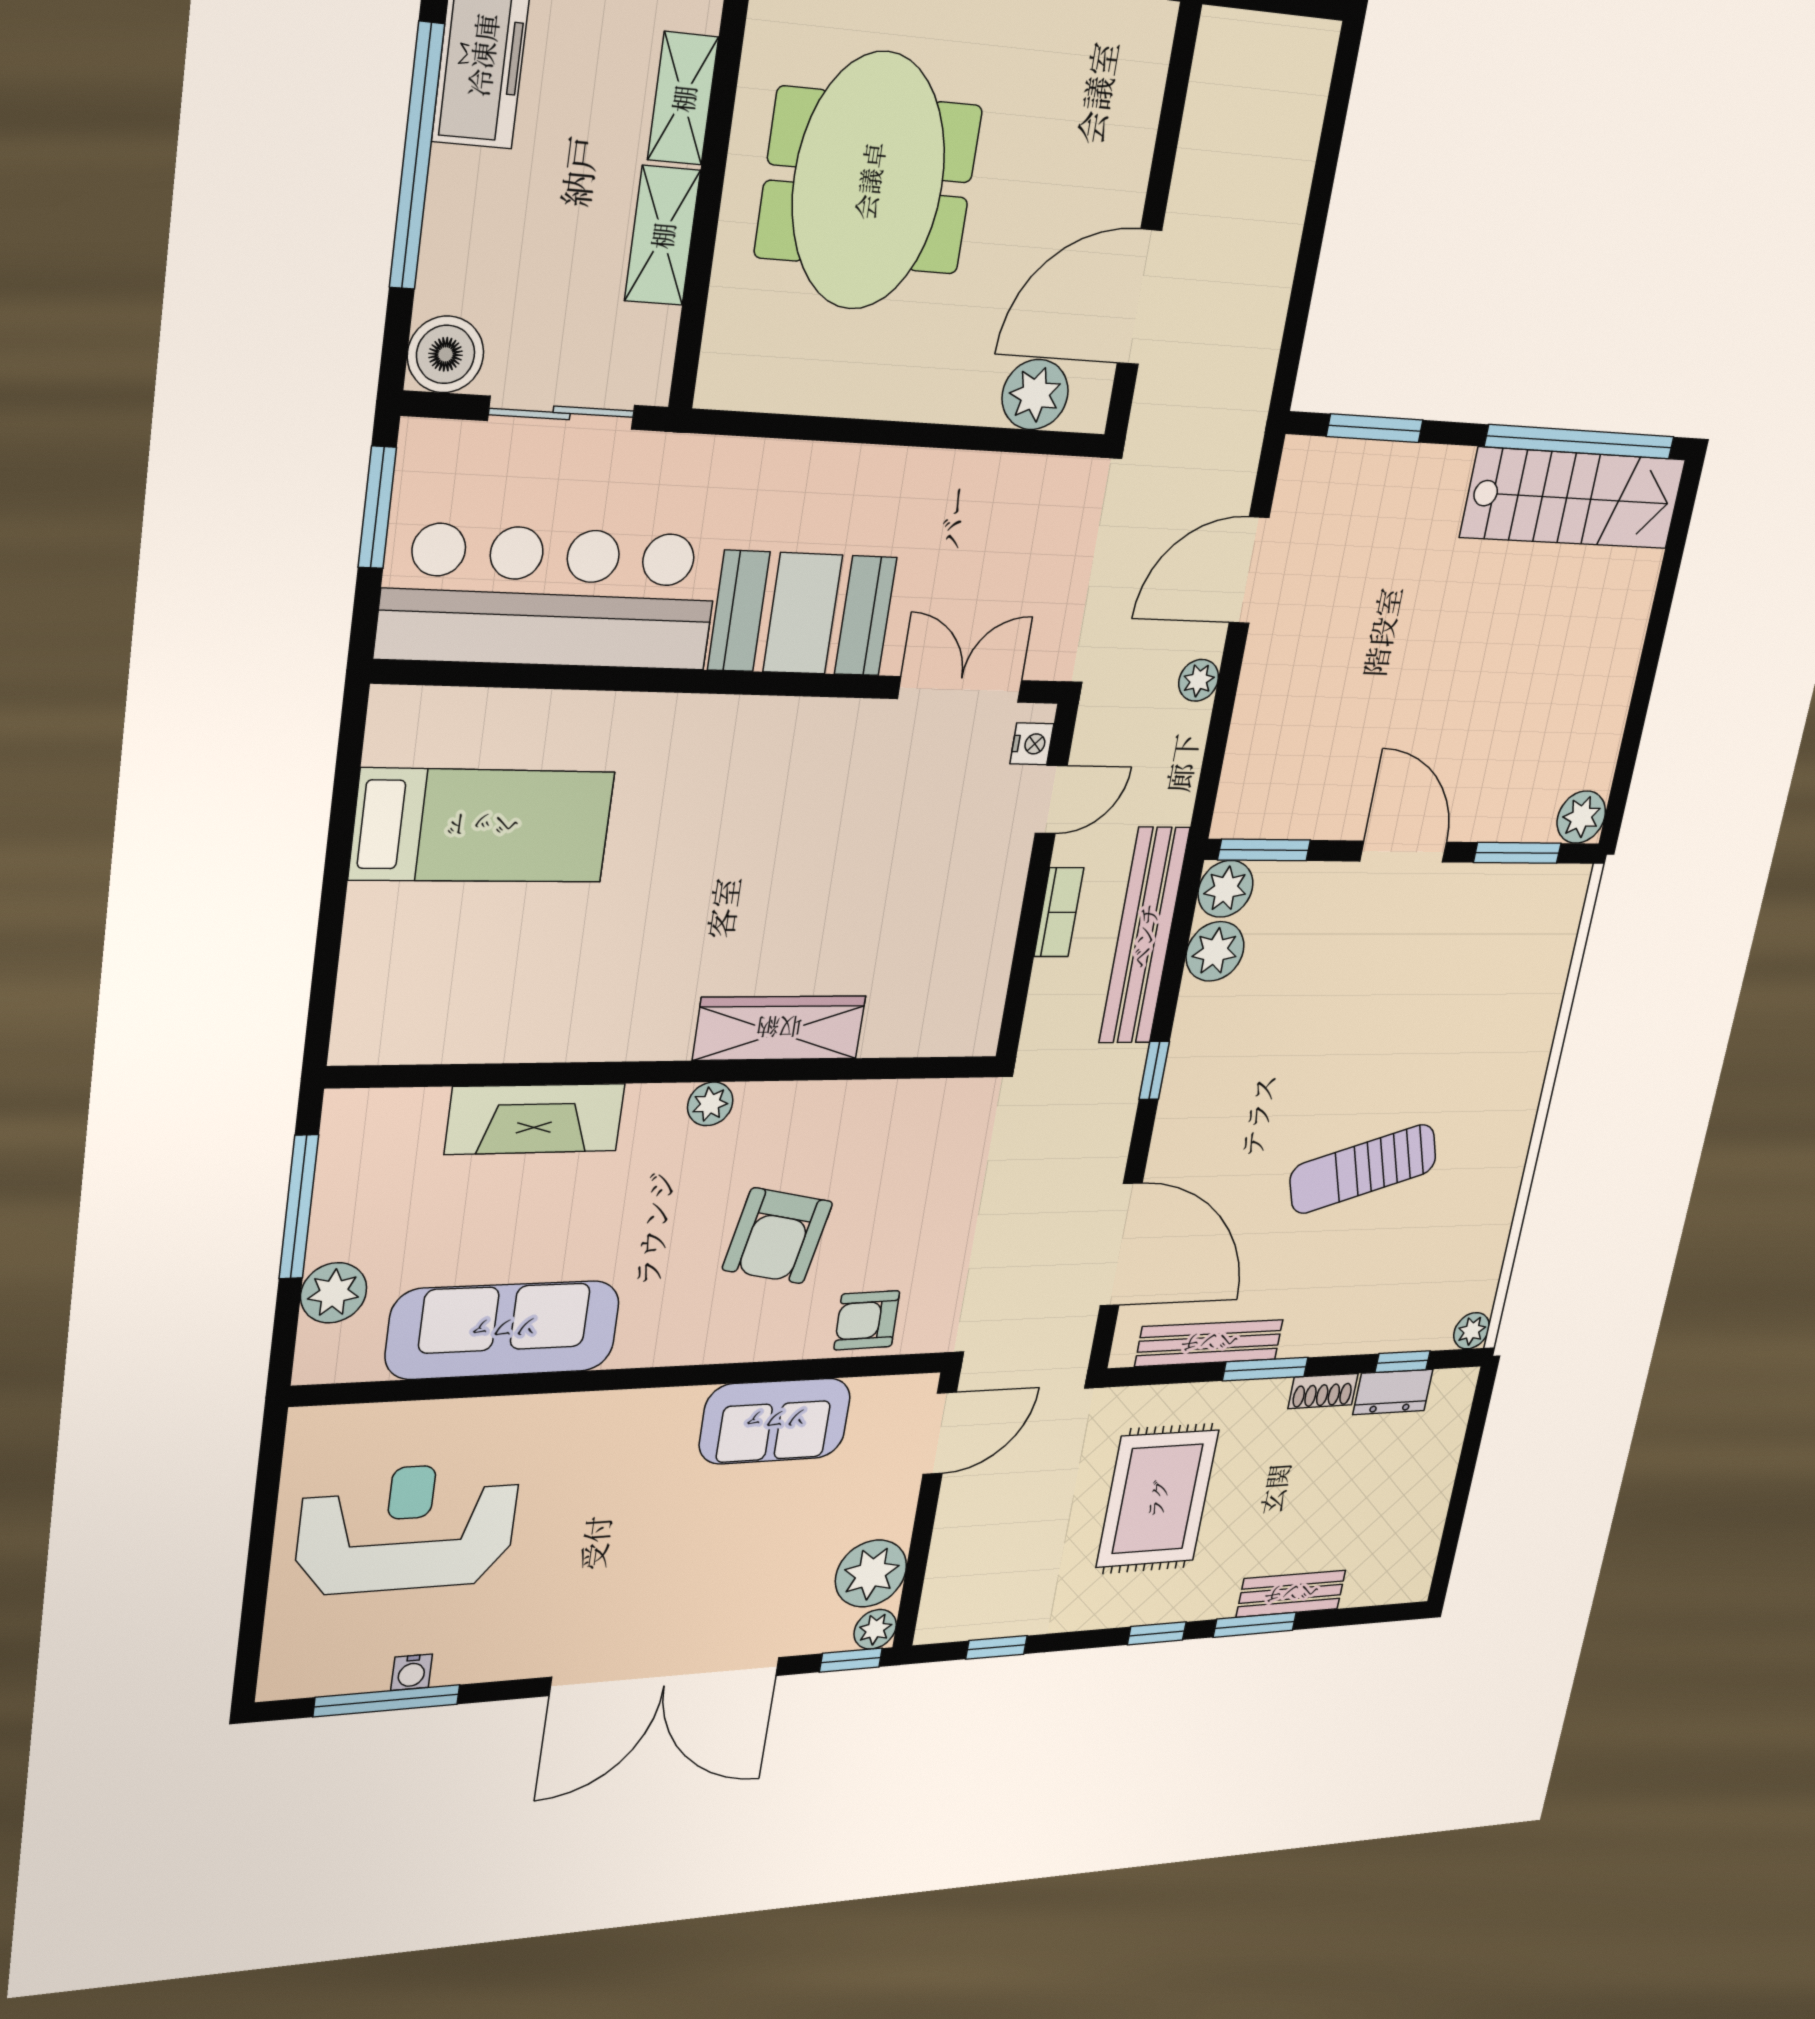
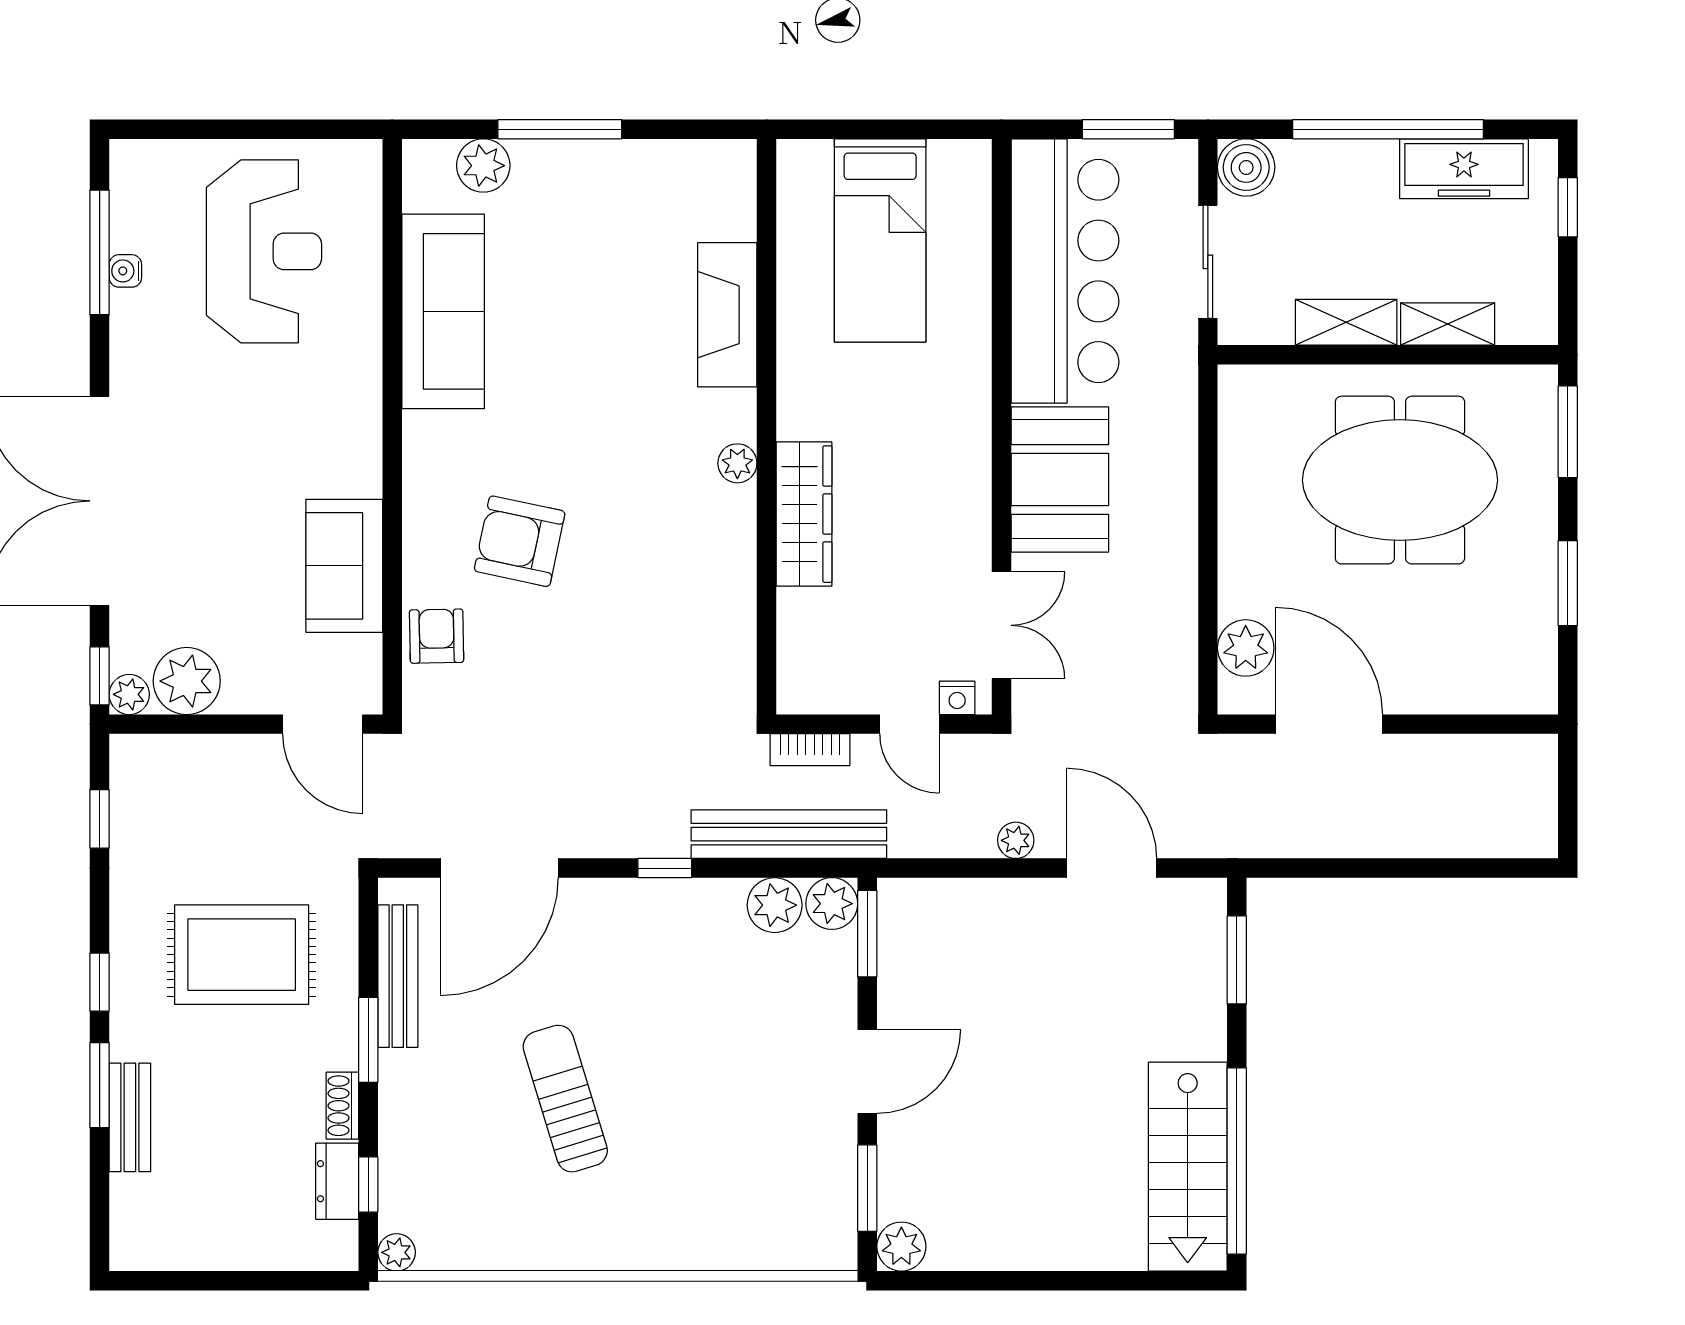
wardrobe: (779, 1028) -> (804, 514), moved
wall: (673, 1072) -> (766, 427), moved
plant: (710, 1104) -> (737, 463), moved
fireplace: (535, 1119) -> (727, 315), moved

